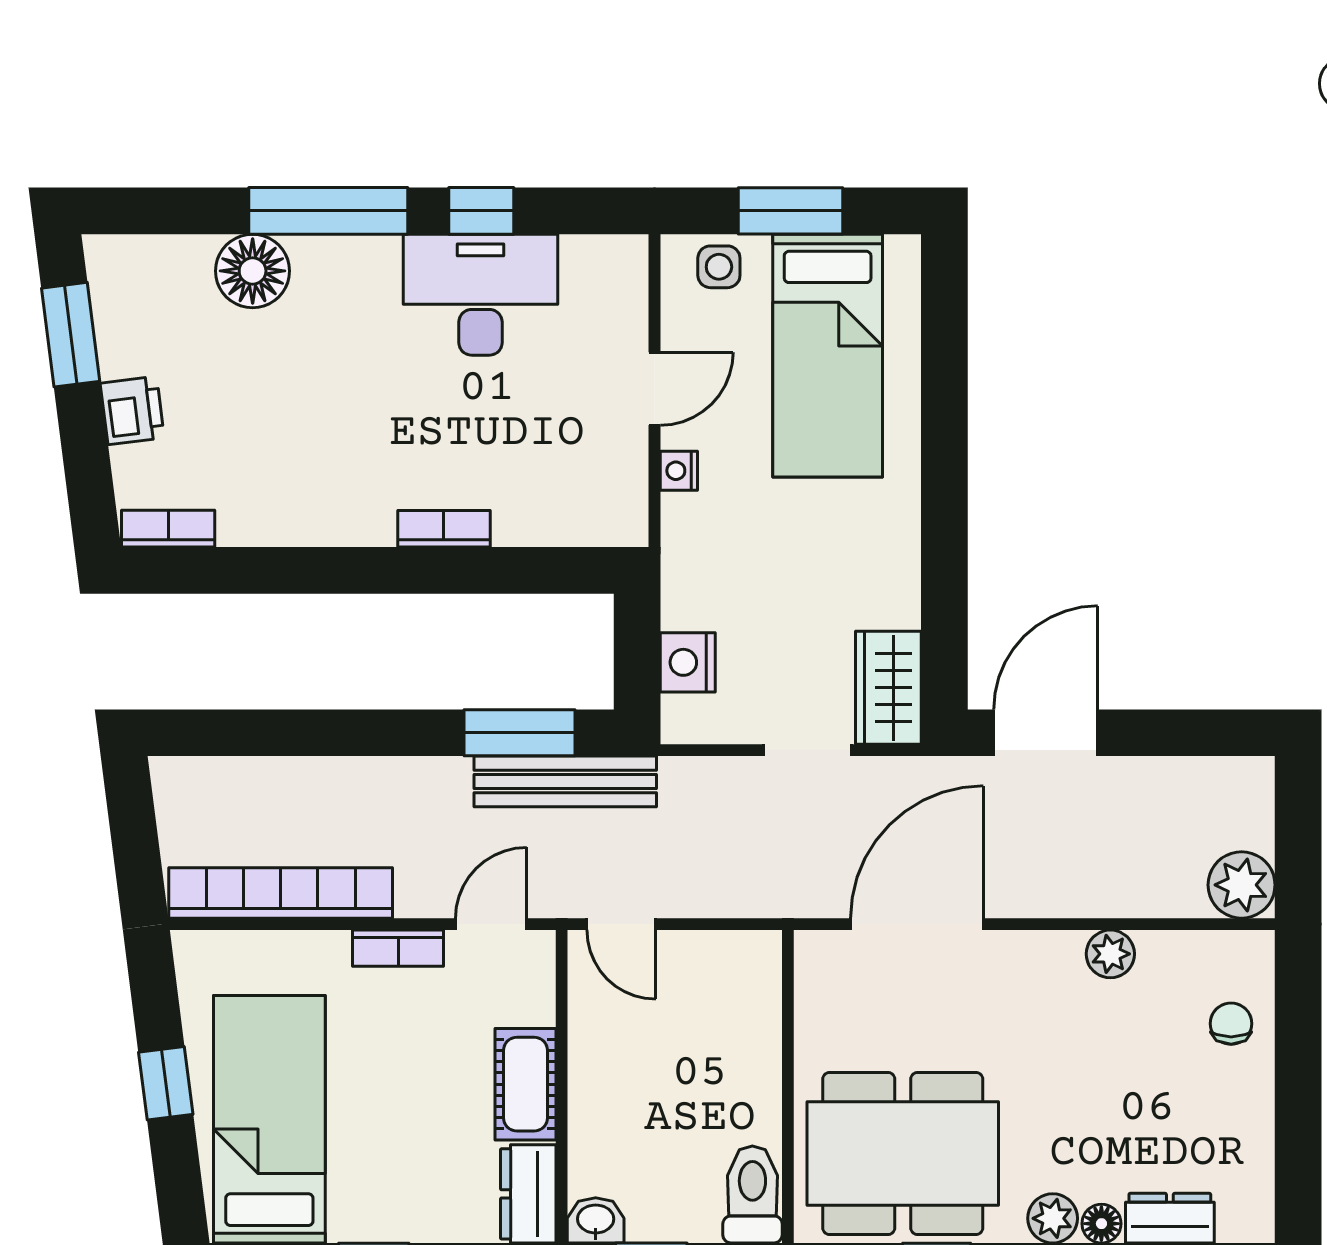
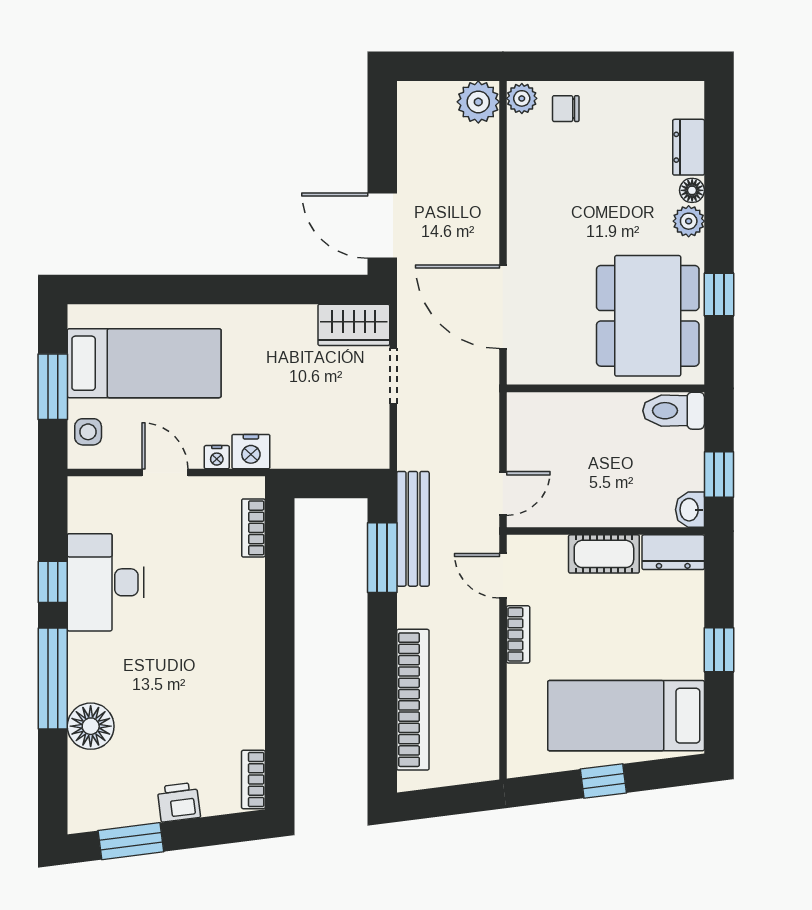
bookcase: (444, 529) -> (253, 528), moved
nightstand: (688, 662) -> (251, 452), moved
bookcase: (281, 893) -> (413, 700), moved, turned 180
plant: (1110, 954) -> (522, 98), moved

